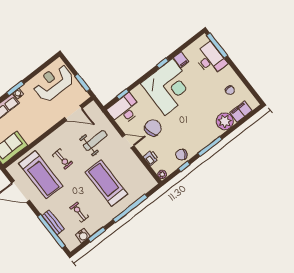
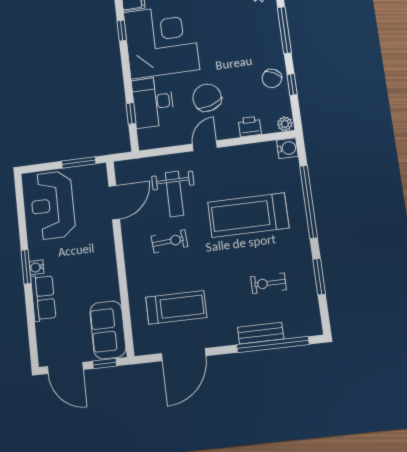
desk: (125, 110) -> (153, 102), moved
weight bench: (95, 141) -> (174, 194), turned 180
exercise bike: (62, 159) -> (169, 241), moved
treadmill: (41, 175) -> (176, 307), width x0.73, depth x0.73
water cooler: (83, 236) -> (287, 148), moved

